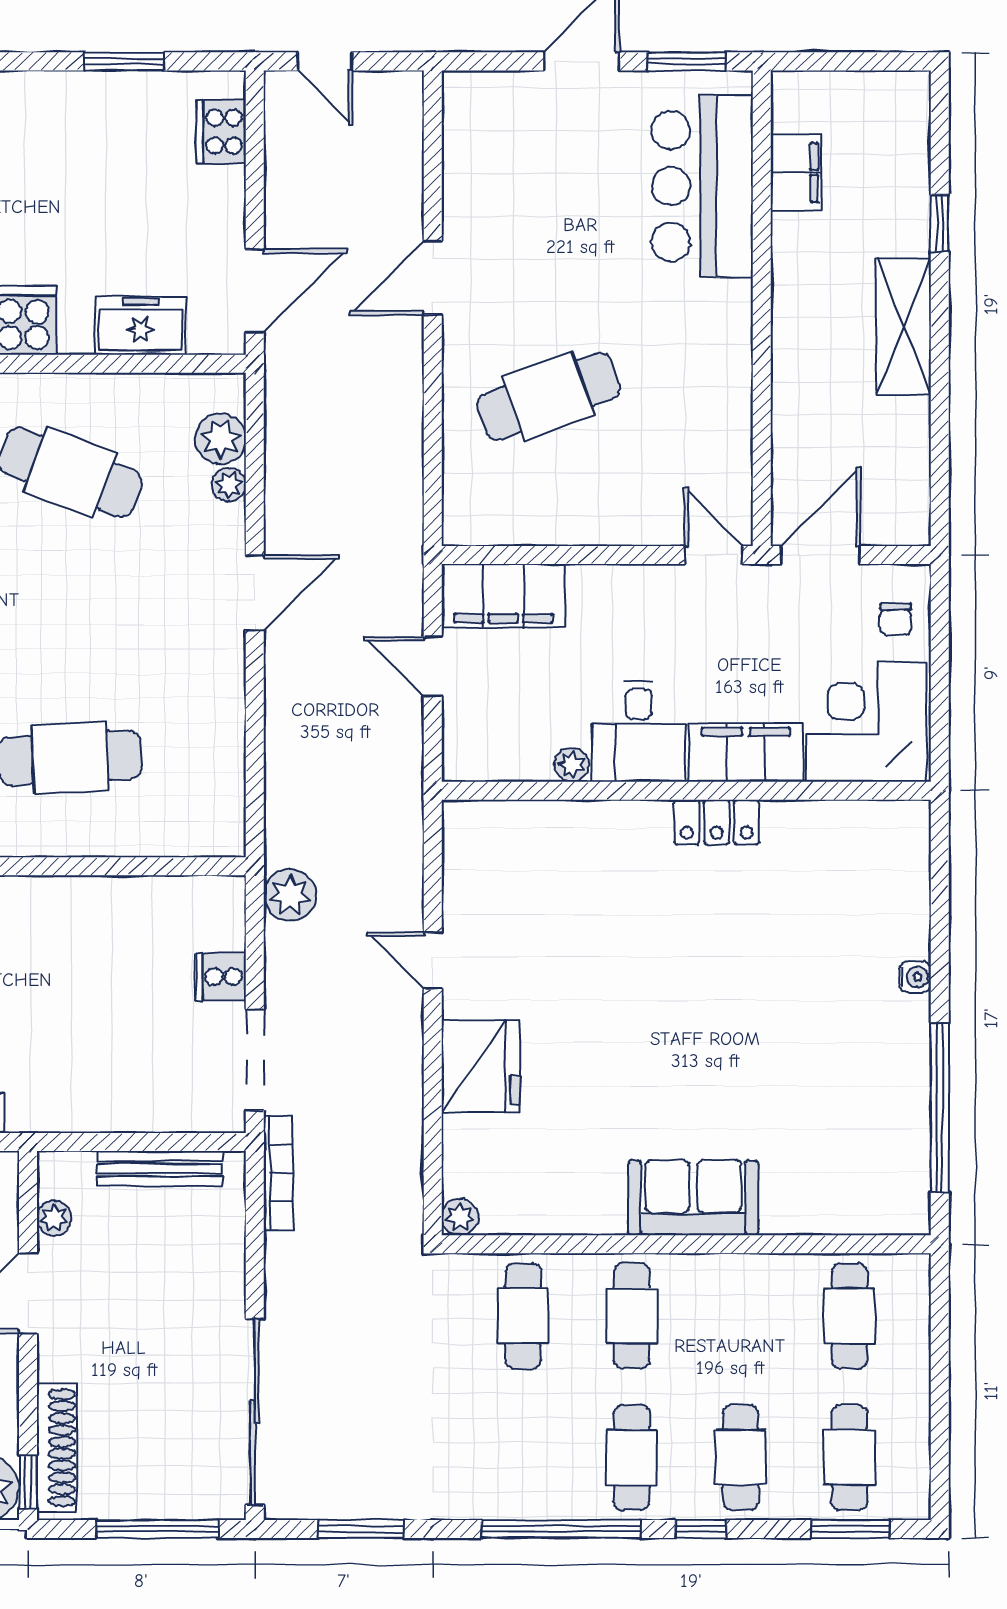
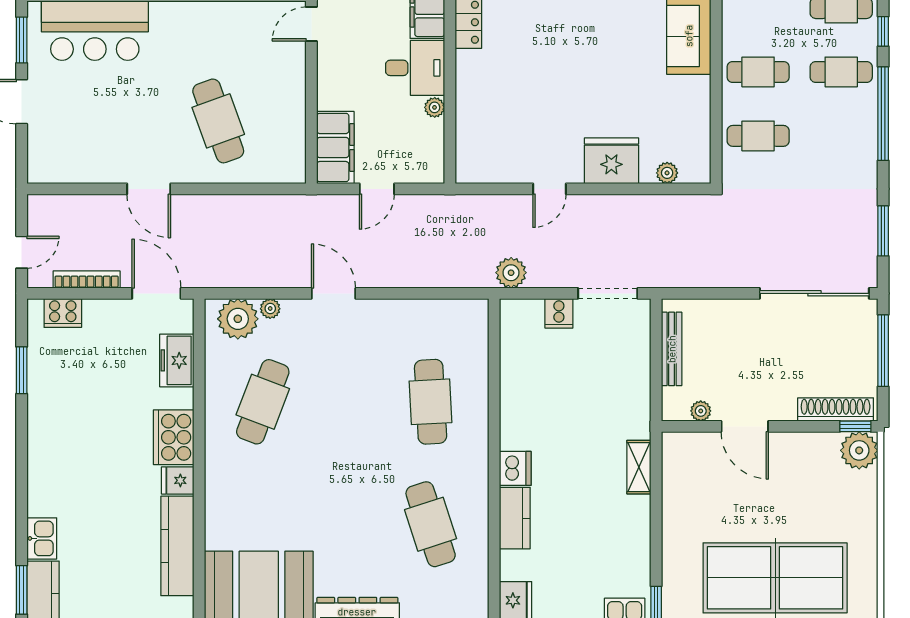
plant: (221, 439) -> (238, 319), width x1.36, depth x1.36
bookcase: (278, 1173) -> (87, 279), moved
plant: (460, 1217) -> (667, 173), moved

